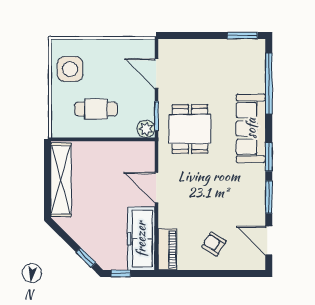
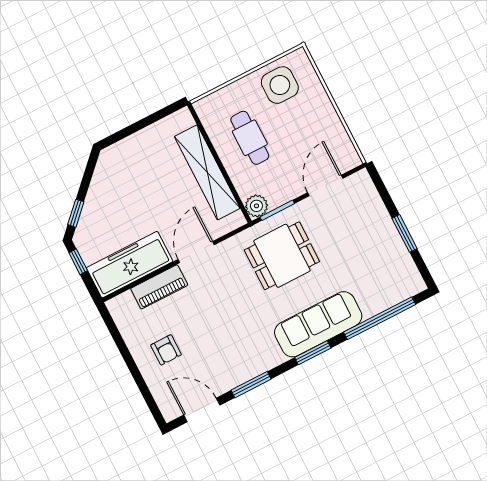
window: (242, 35) -> (405, 233), moved
window: (269, 157) -> (313, 353), moved
shelving: (61, 180) -> (207, 172), moved, turned 90
door: (269, 241) -> (202, 410), hinge flipped
armchair: (214, 244) -> (166, 350), turned 148
piano: (167, 249) -> (159, 287), moved

